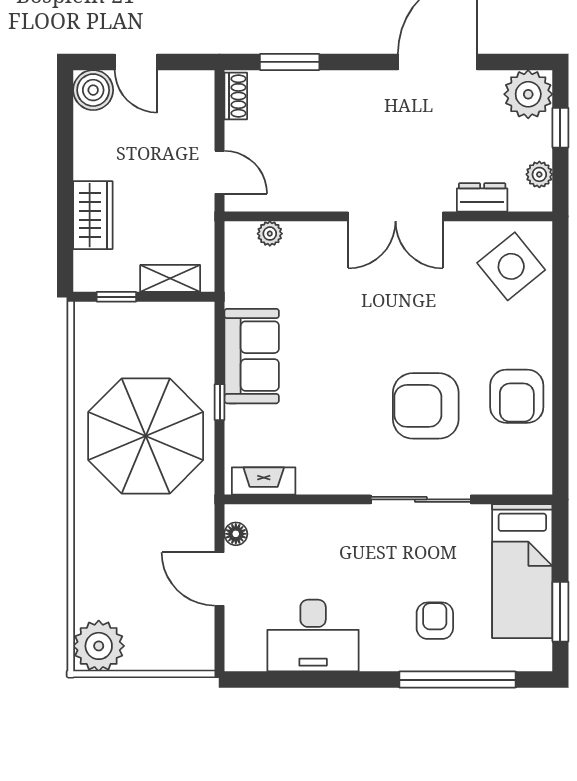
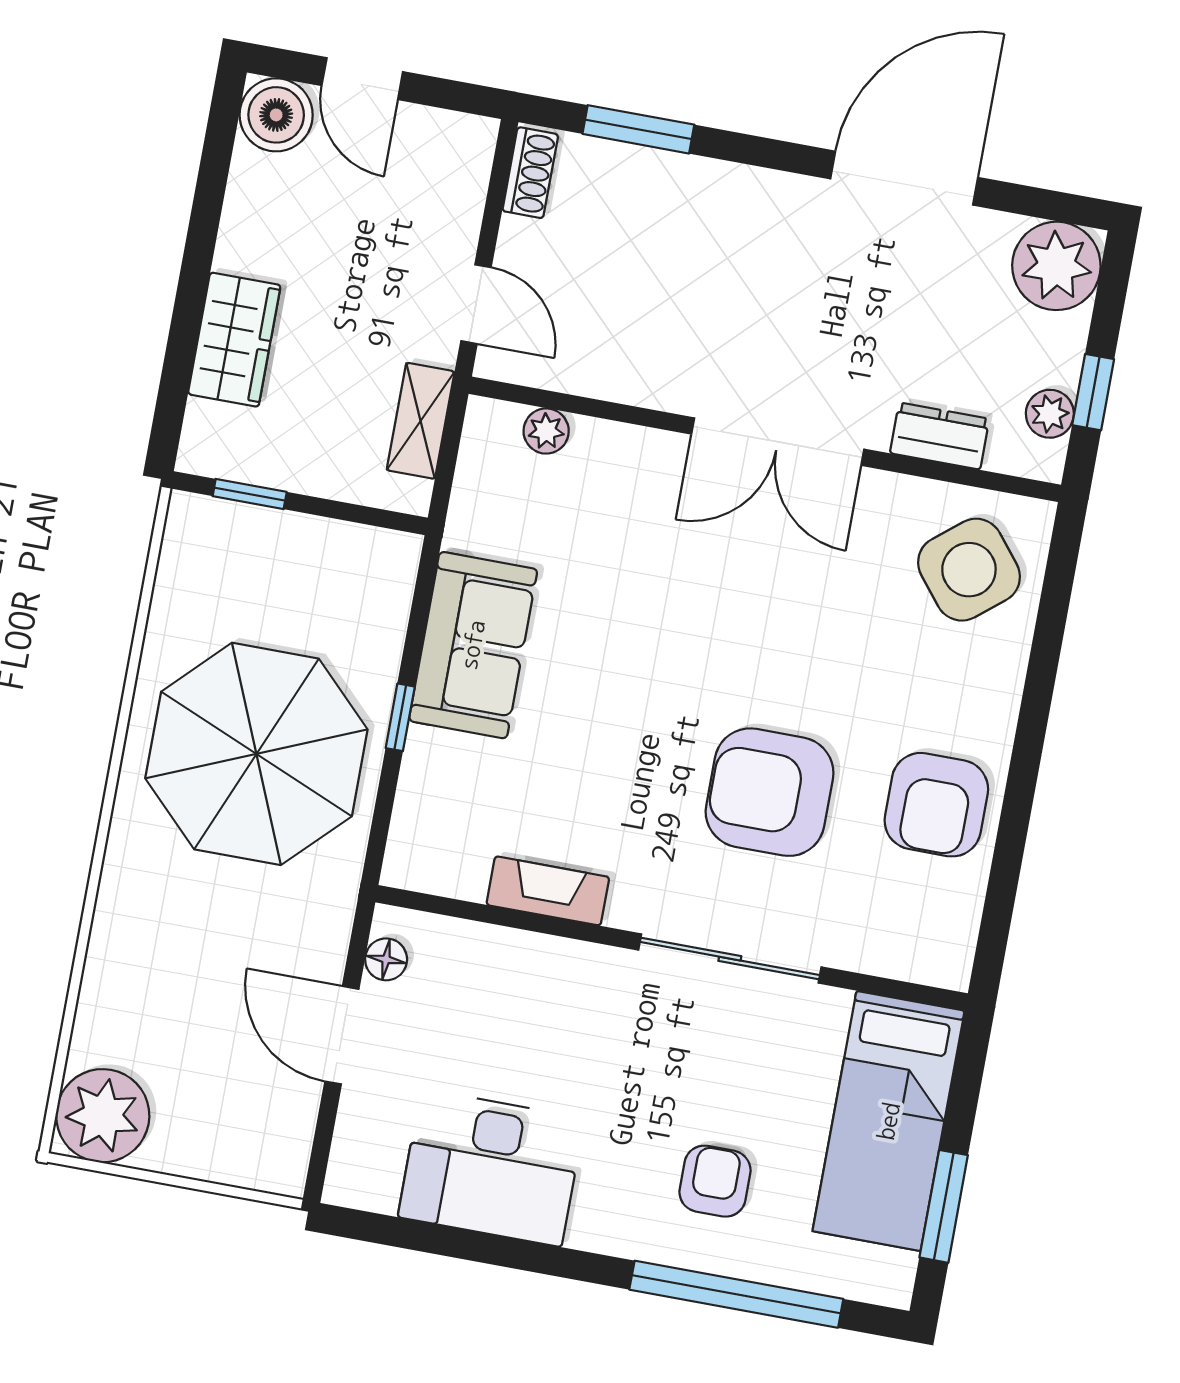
window: (560, 128) -> (1093, 392), moved
shelving: (170, 278) -> (421, 421), moved, turned 90
fireplace: (264, 481) -> (548, 891), moved

